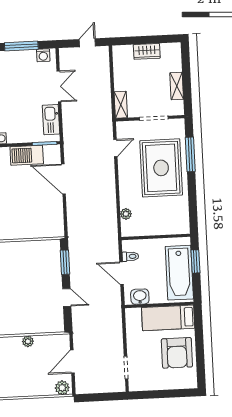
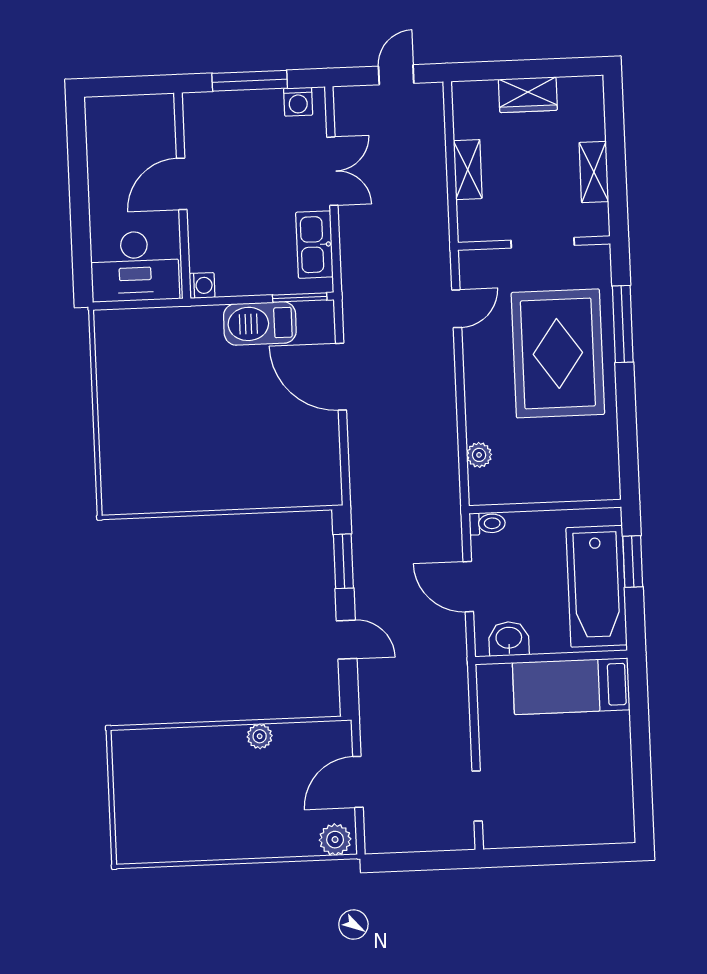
shelving: (121, 105) -> (468, 170), moved
toilet: (130, 256) -> (487, 523), moved
armchair: (177, 353) -> (590, 764), removed

